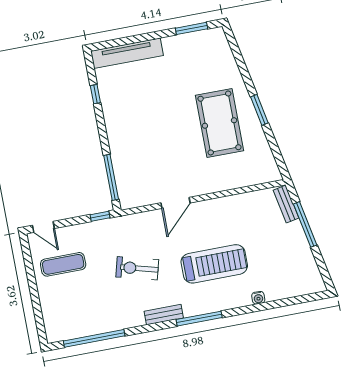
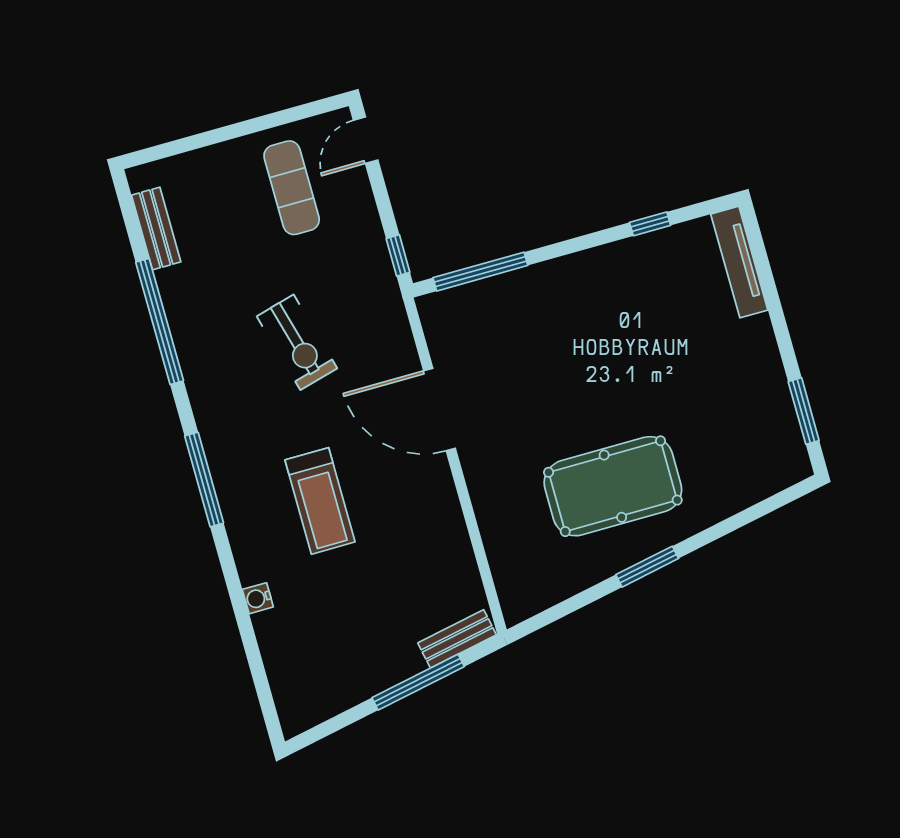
tv unit: (127, 53) -> (739, 262), width x0.73, depth x0.78
door: (175, 203) -> (440, 410), width x1.36
treadmill: (214, 264) -> (320, 501), width x0.73, depth x0.73
exercise bike: (137, 268) -> (297, 342), turned 150
bench: (164, 315) -> (156, 229), moved
window: (94, 338) -> (160, 321), moved

